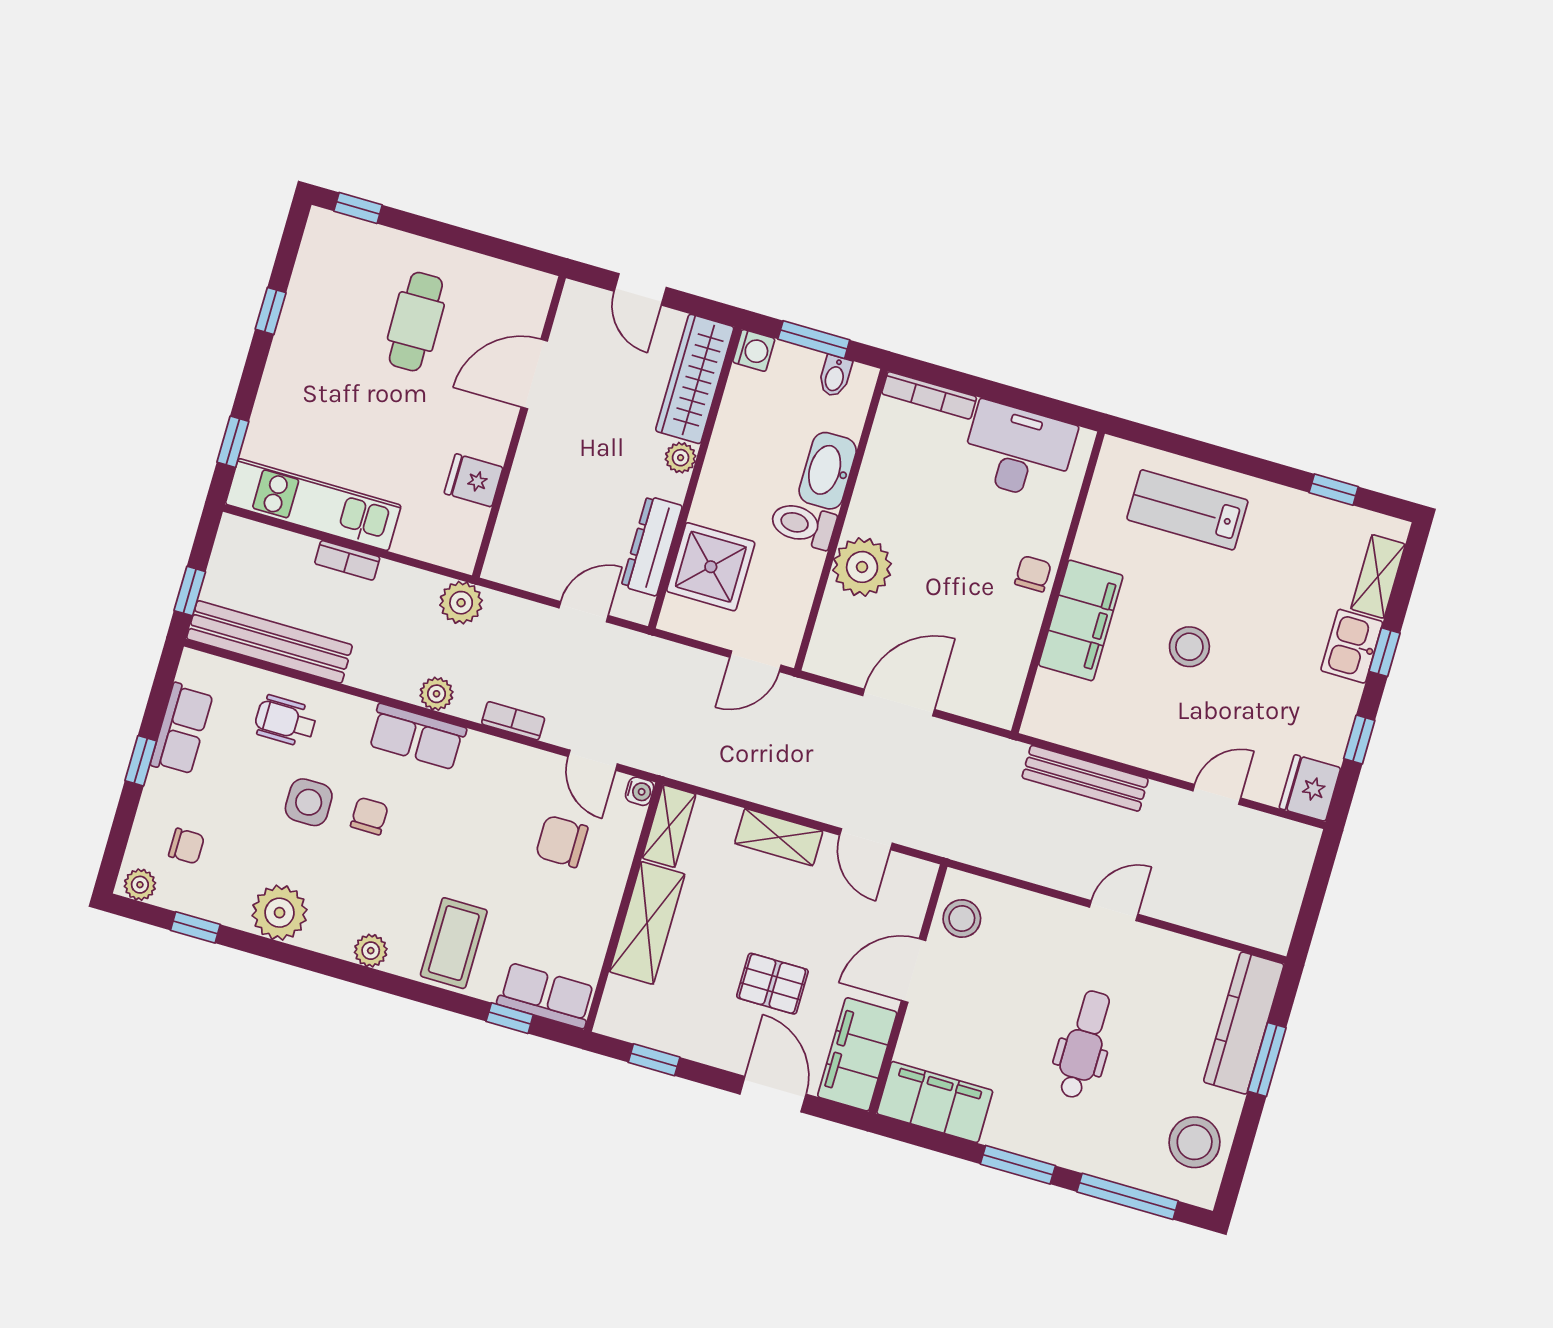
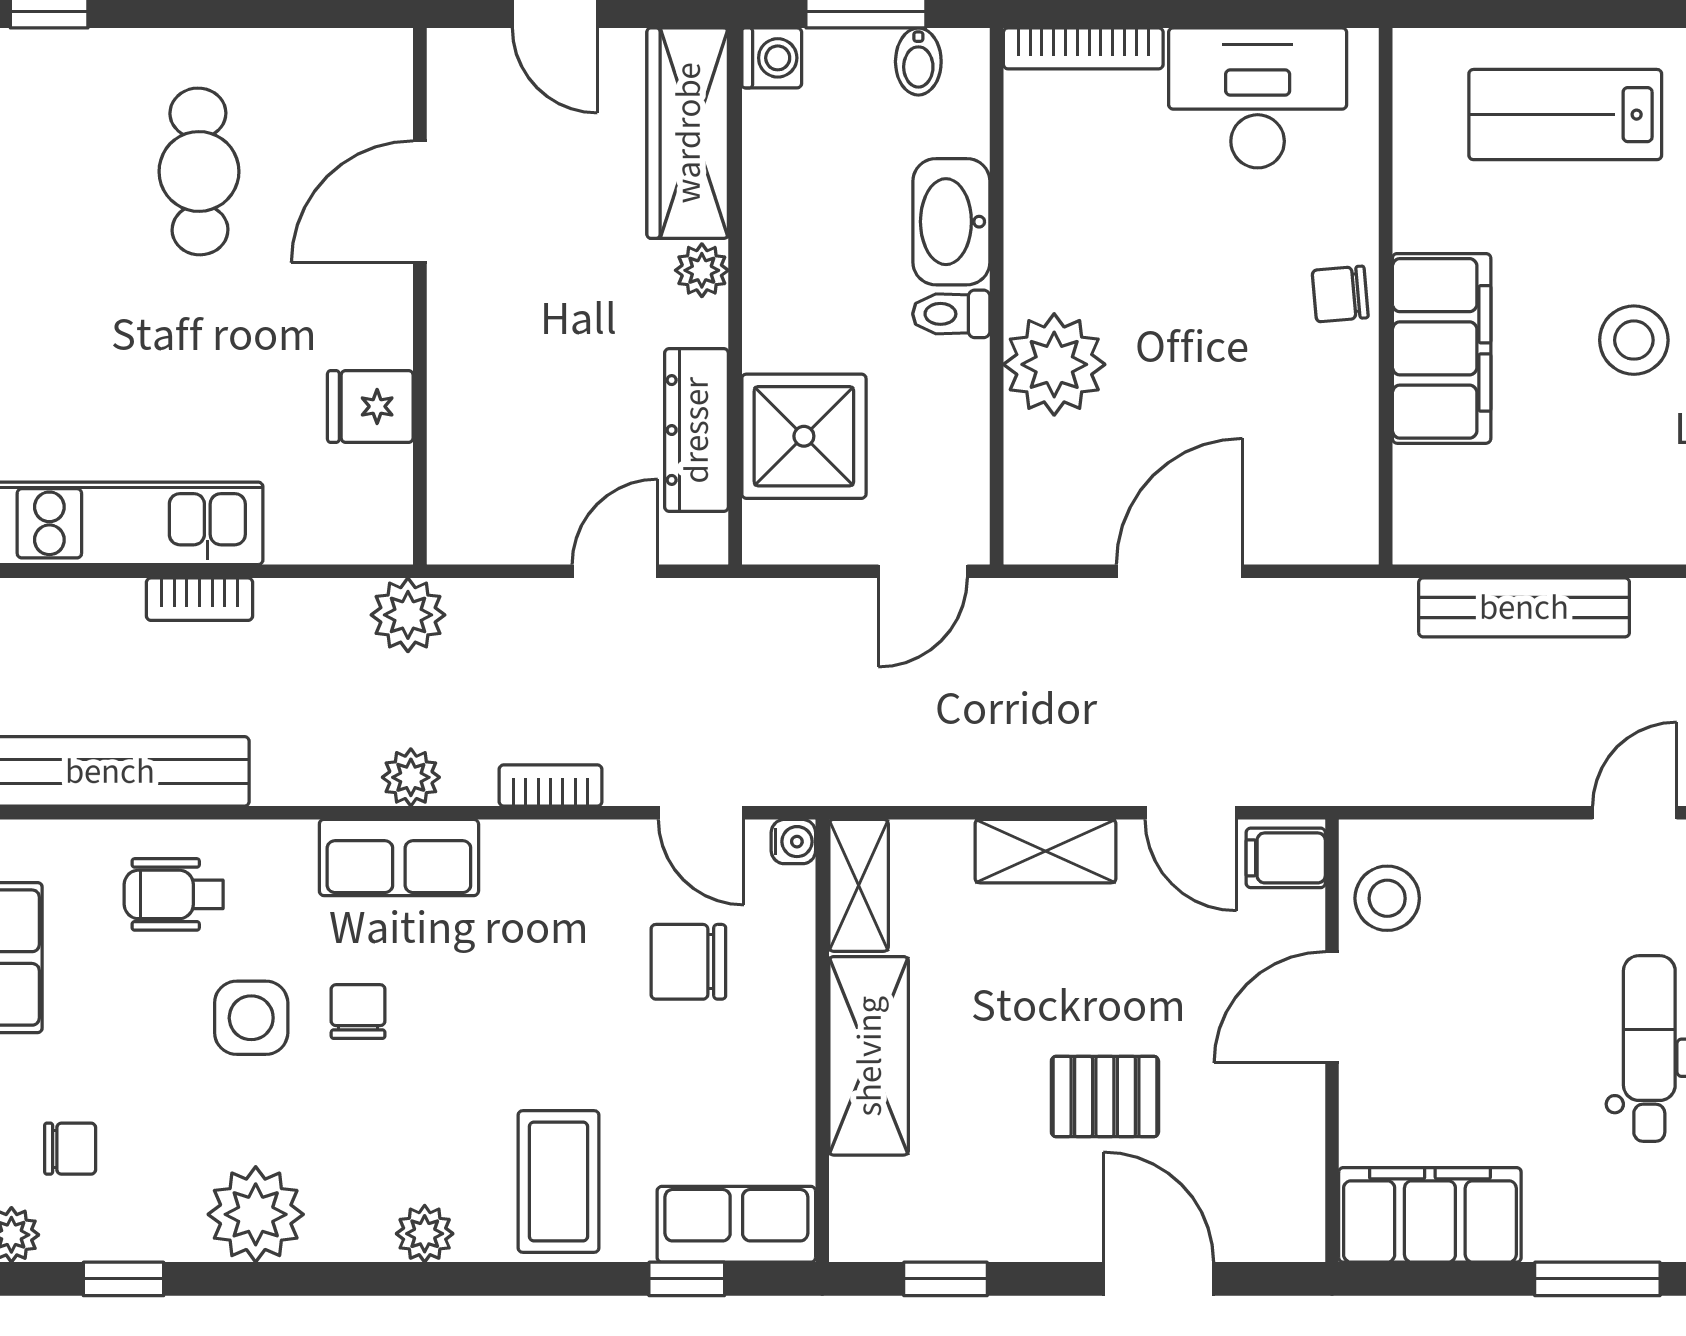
toilet: (803, 525) -> (951, 314), width x0.73, depth x0.72
chair: (1033, 574) -> (1340, 294), turned -95
filing cabinet: (857, 1054) -> (1286, 858), moved, width x0.33, depth x0.86

